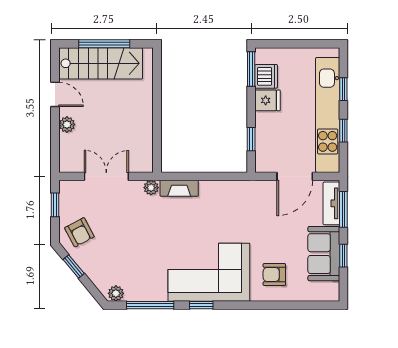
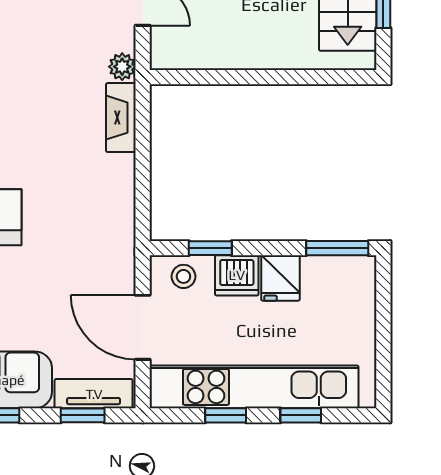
dishwasher: (266, 76) -> (237, 275), moved
stool: (267, 154) -> (183, 276), added
window: (343, 209) -> (83, 415), width x0.67

